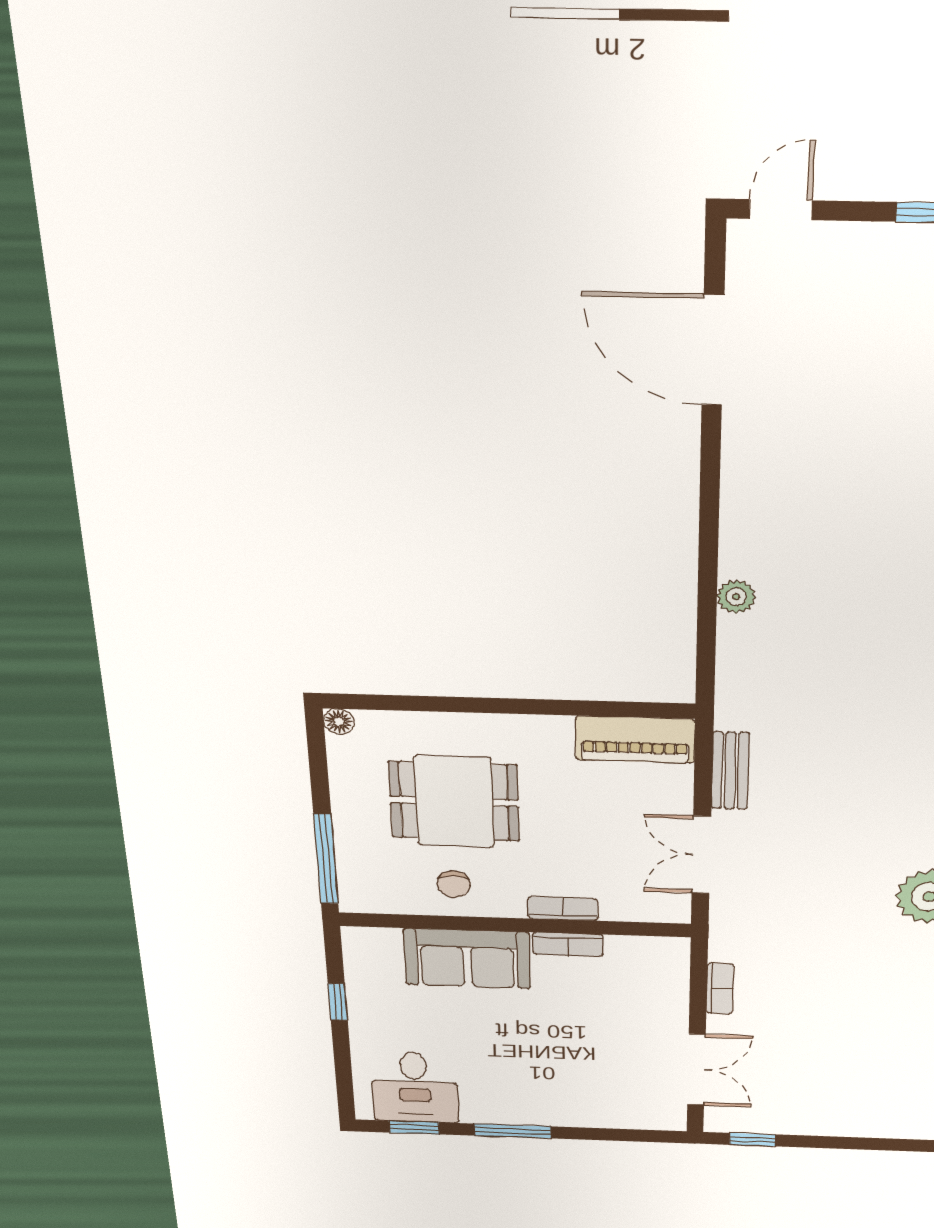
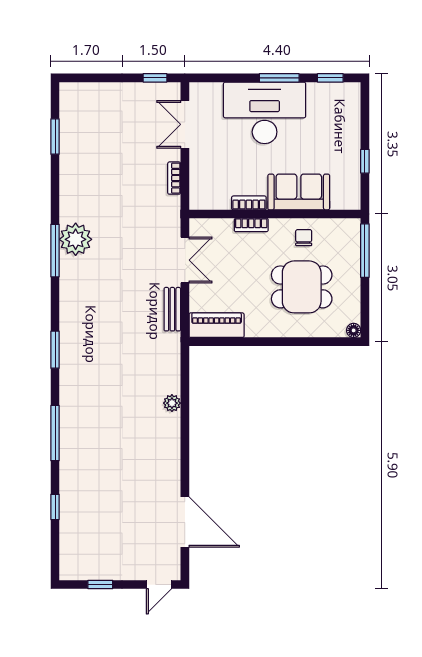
desk: (415, 1087) -> (265, 113), moved, width x1.87, depth x1.30

